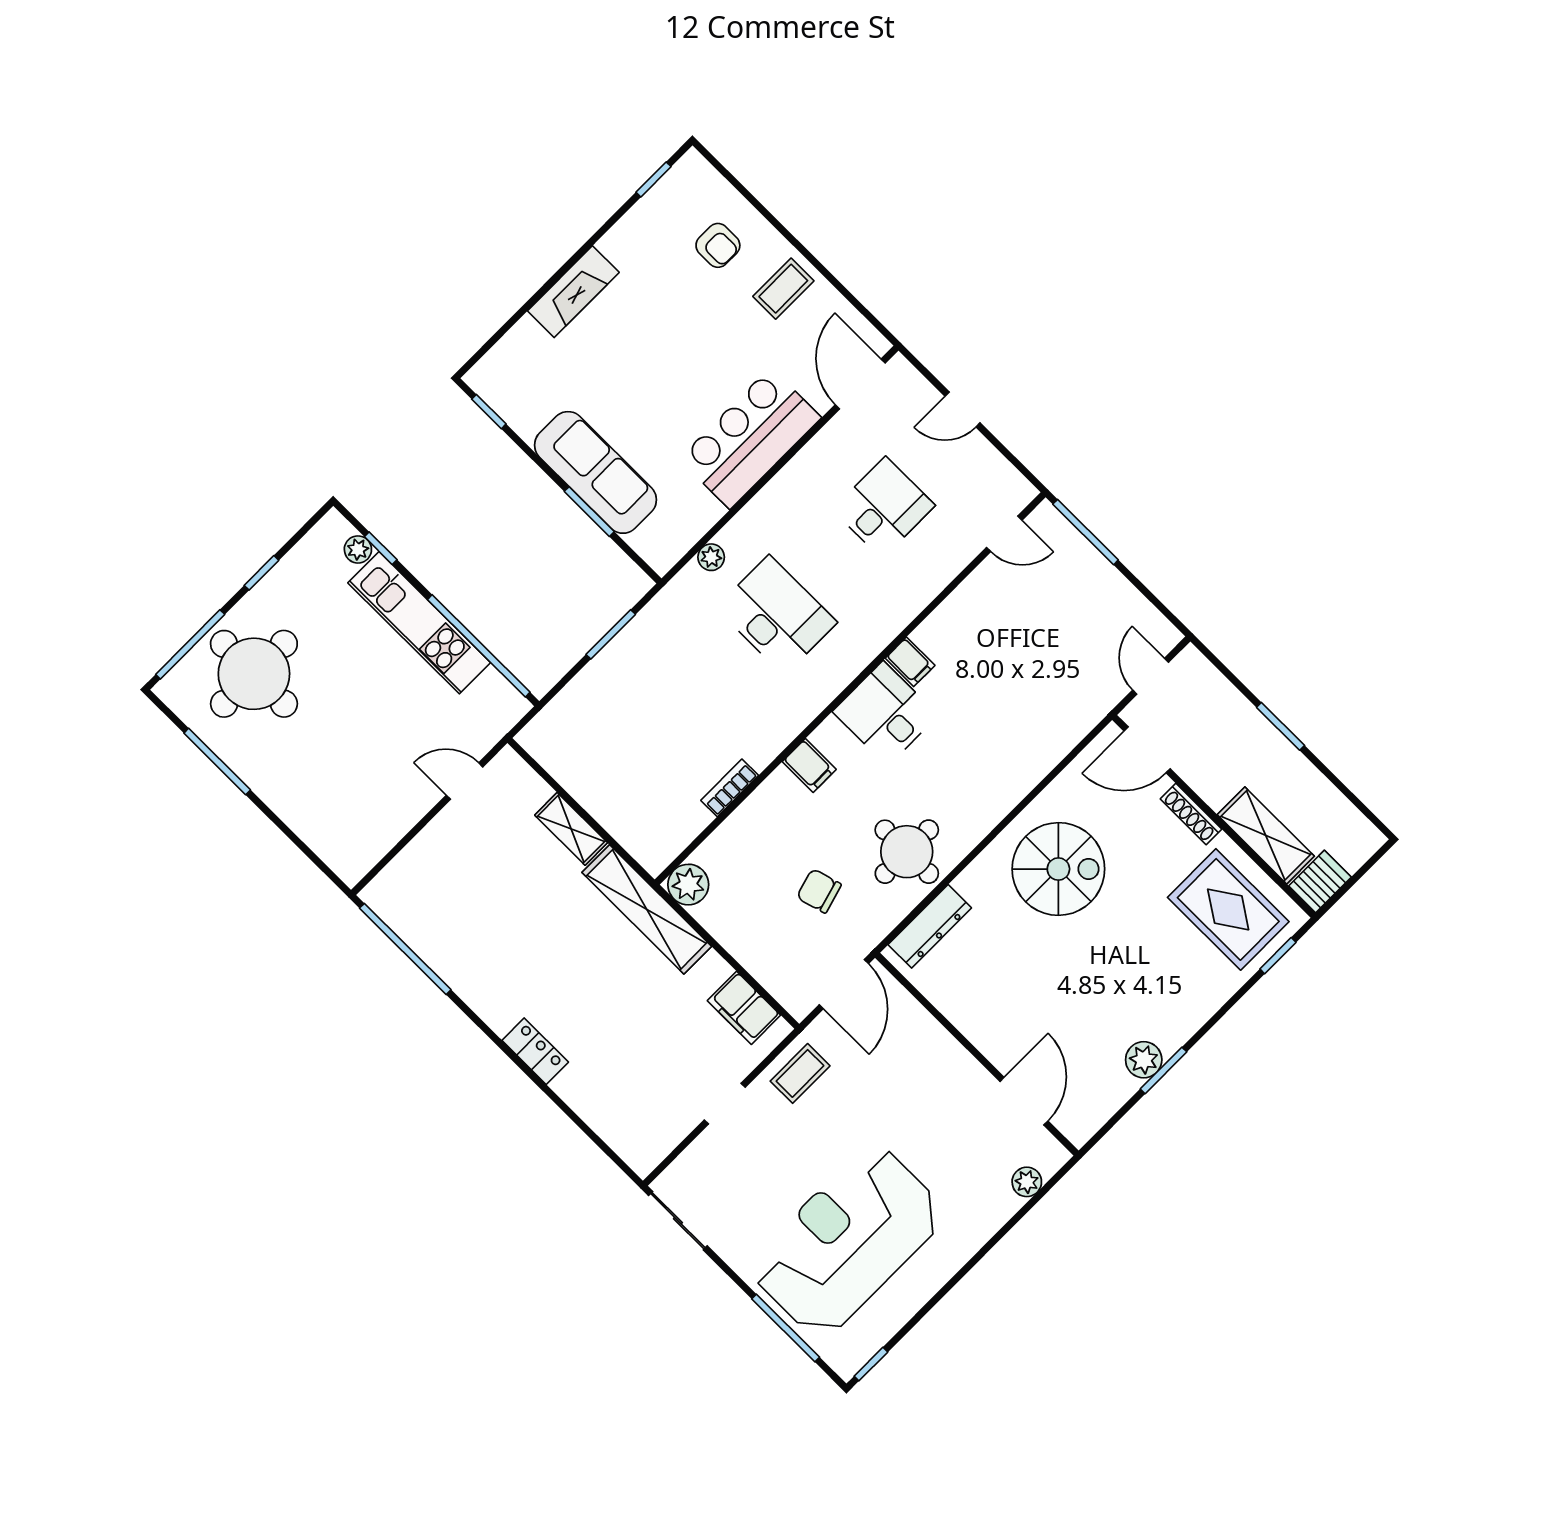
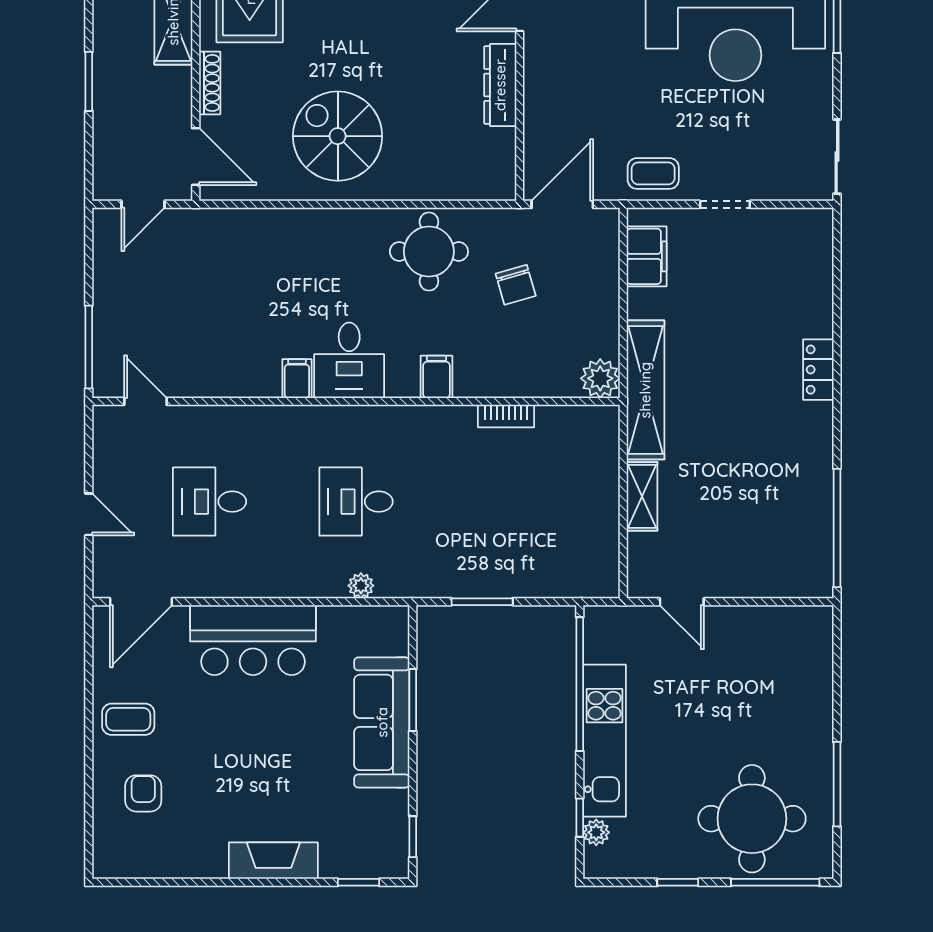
window: (653, 179) -> (359, 882), moved
desk: (777, 615) -> (356, 502), width x0.73
dresser: (930, 926) -> (500, 85), moved, turned -90

